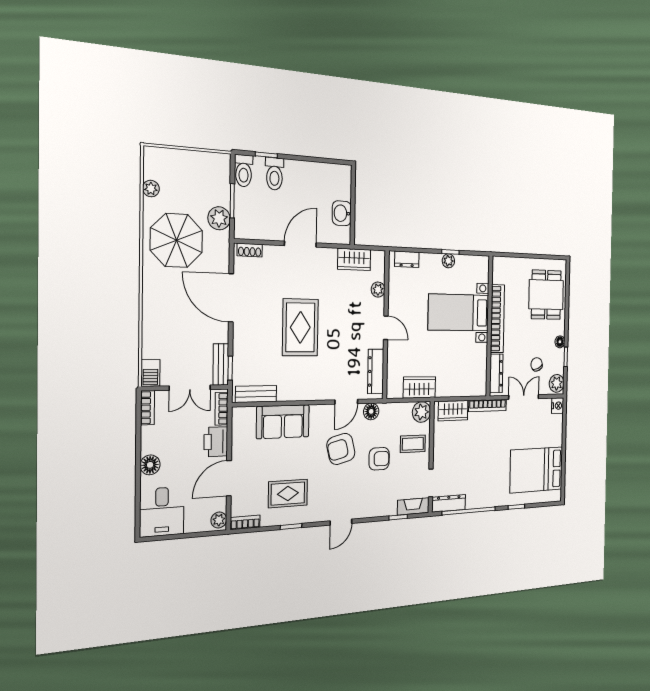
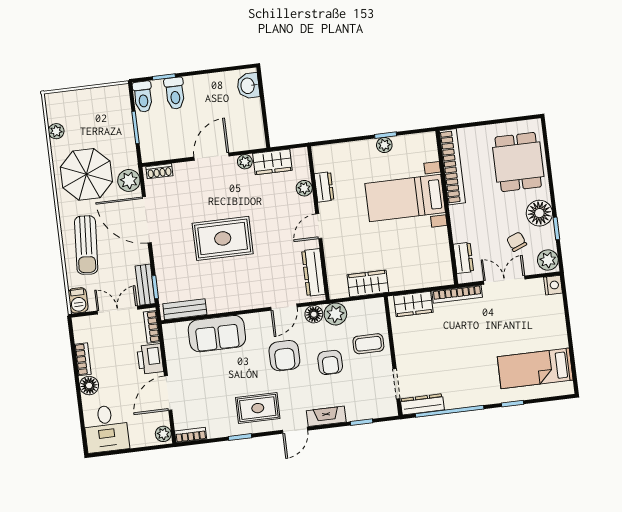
washbasin: (342, 213) -> (248, 86), moved
plant: (219, 218) -> (129, 180), moved
plant: (330, 255) -> (245, 162), added
dresser: (407, 259) -> (324, 187), moved, turned -90
sun lounger: (167, 315) -> (86, 245), added
bookcase: (497, 319) -> (452, 167), moved
rug: (300, 327) -> (223, 238), turned 90
door: (386, 328) -> (319, 226), swing flipped
floor lamp: (560, 342) -> (539, 213), width x1.89, depth x1.89
dresser: (496, 373) -> (463, 258), width x0.70
double door: (190, 388) -> (118, 310), swing flipped
bookcase: (148, 408) -> (83, 359), moved
plant: (421, 412) -> (335, 314), moved
armchair: (341, 449) -> (284, 356), turned -76
armchair: (379, 459) -> (330, 362), turned 90
bed: (536, 470) -> (535, 368), width x0.67
rug: (288, 494) -> (258, 408), moved
fireplace: (413, 506) -> (326, 416), moved

